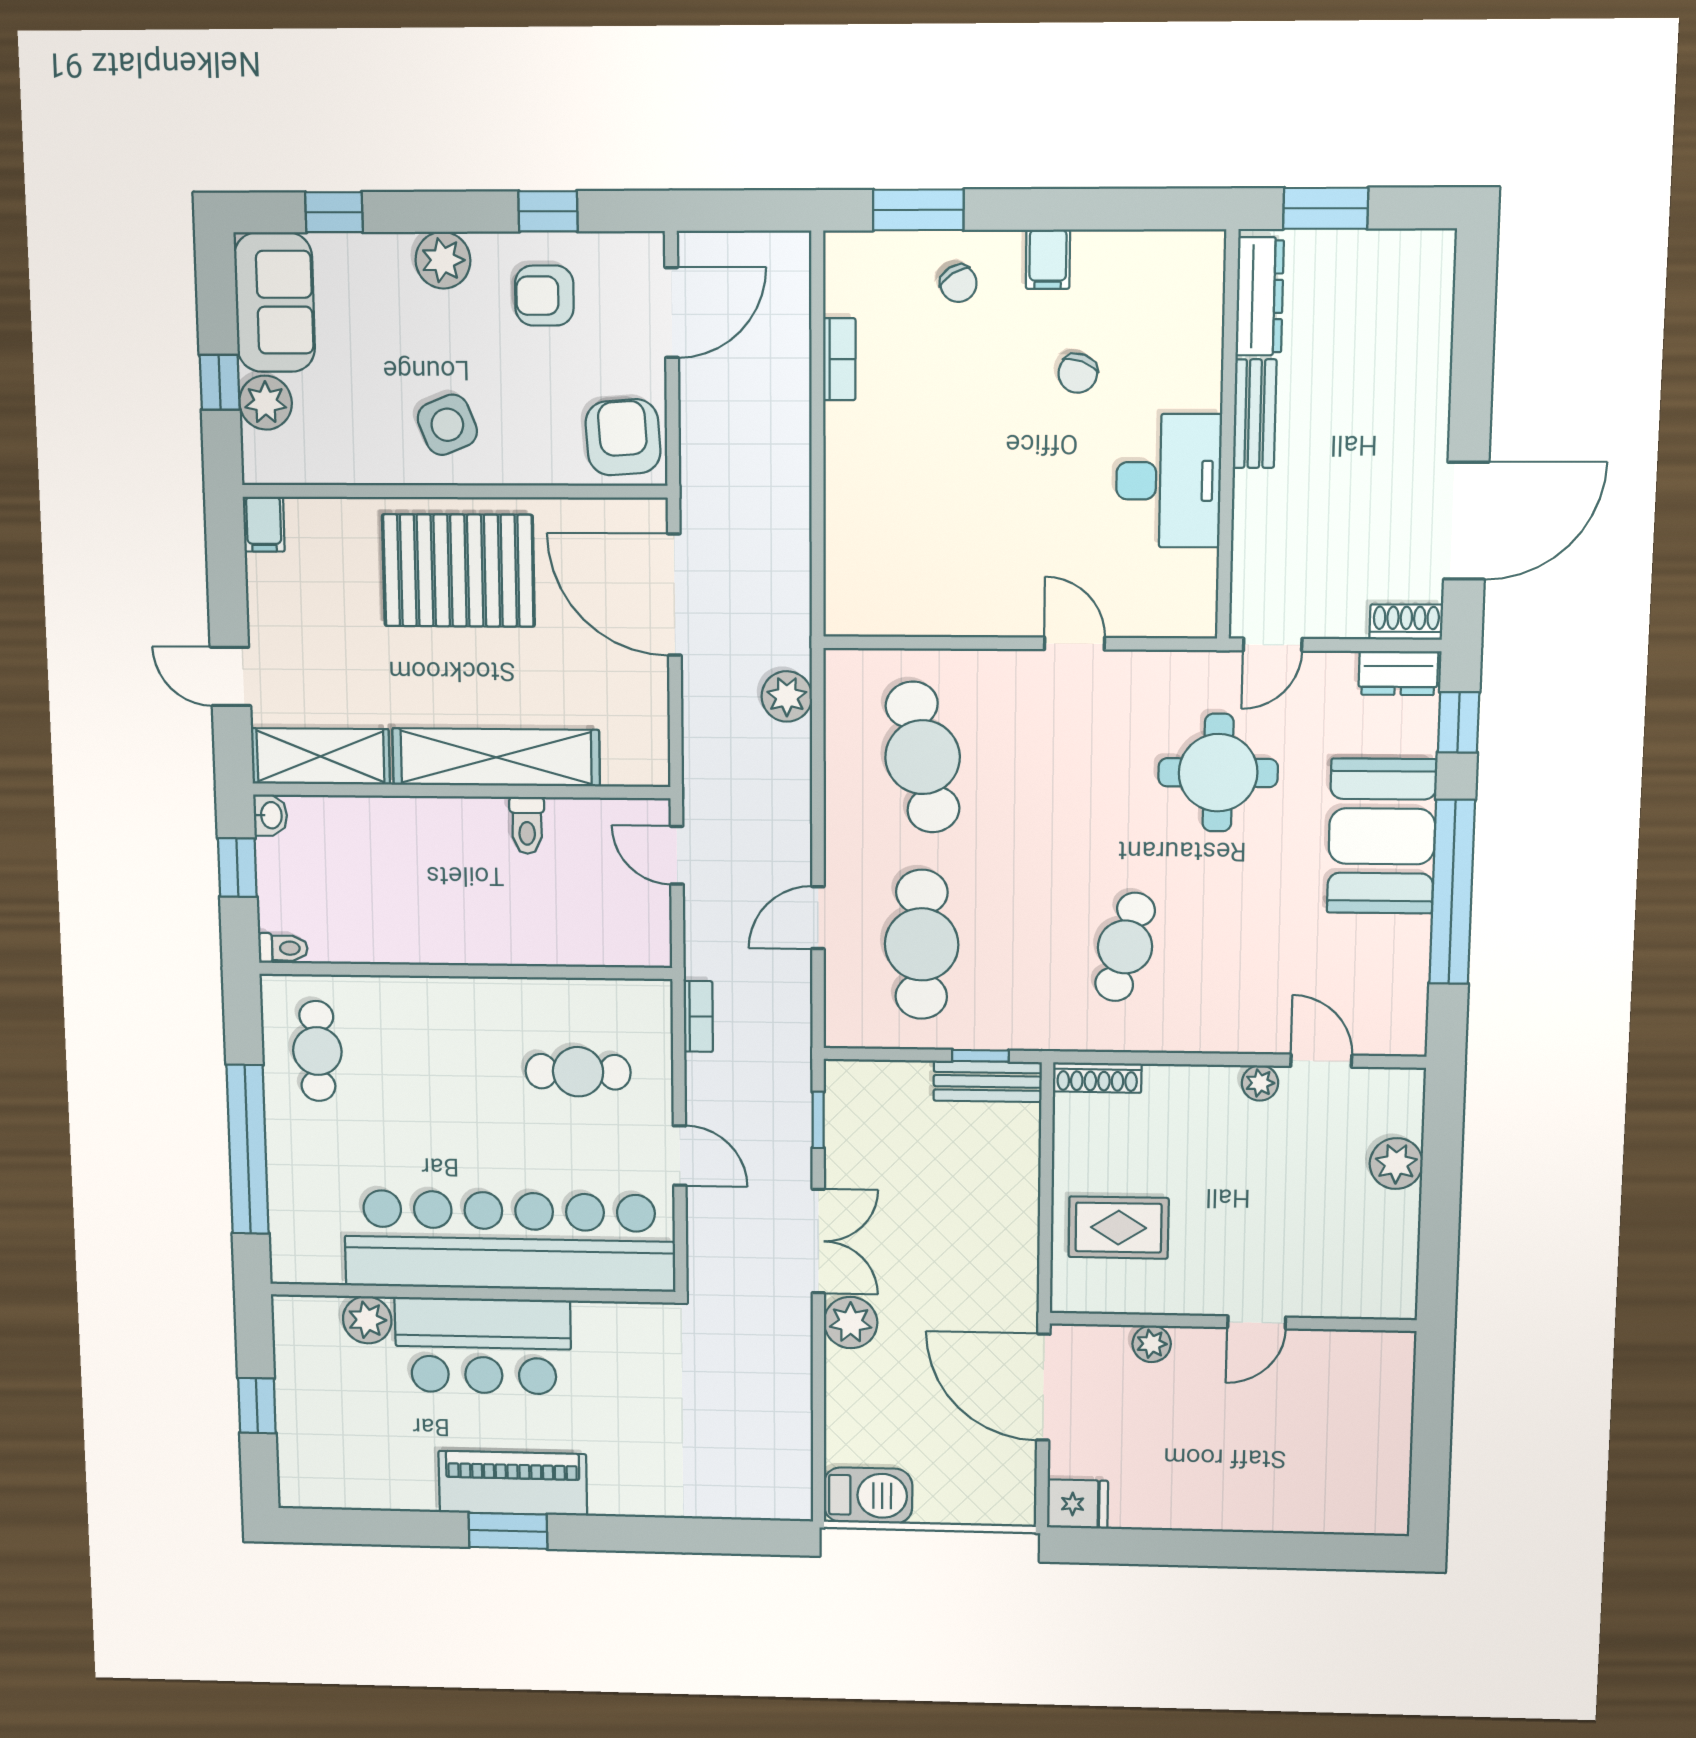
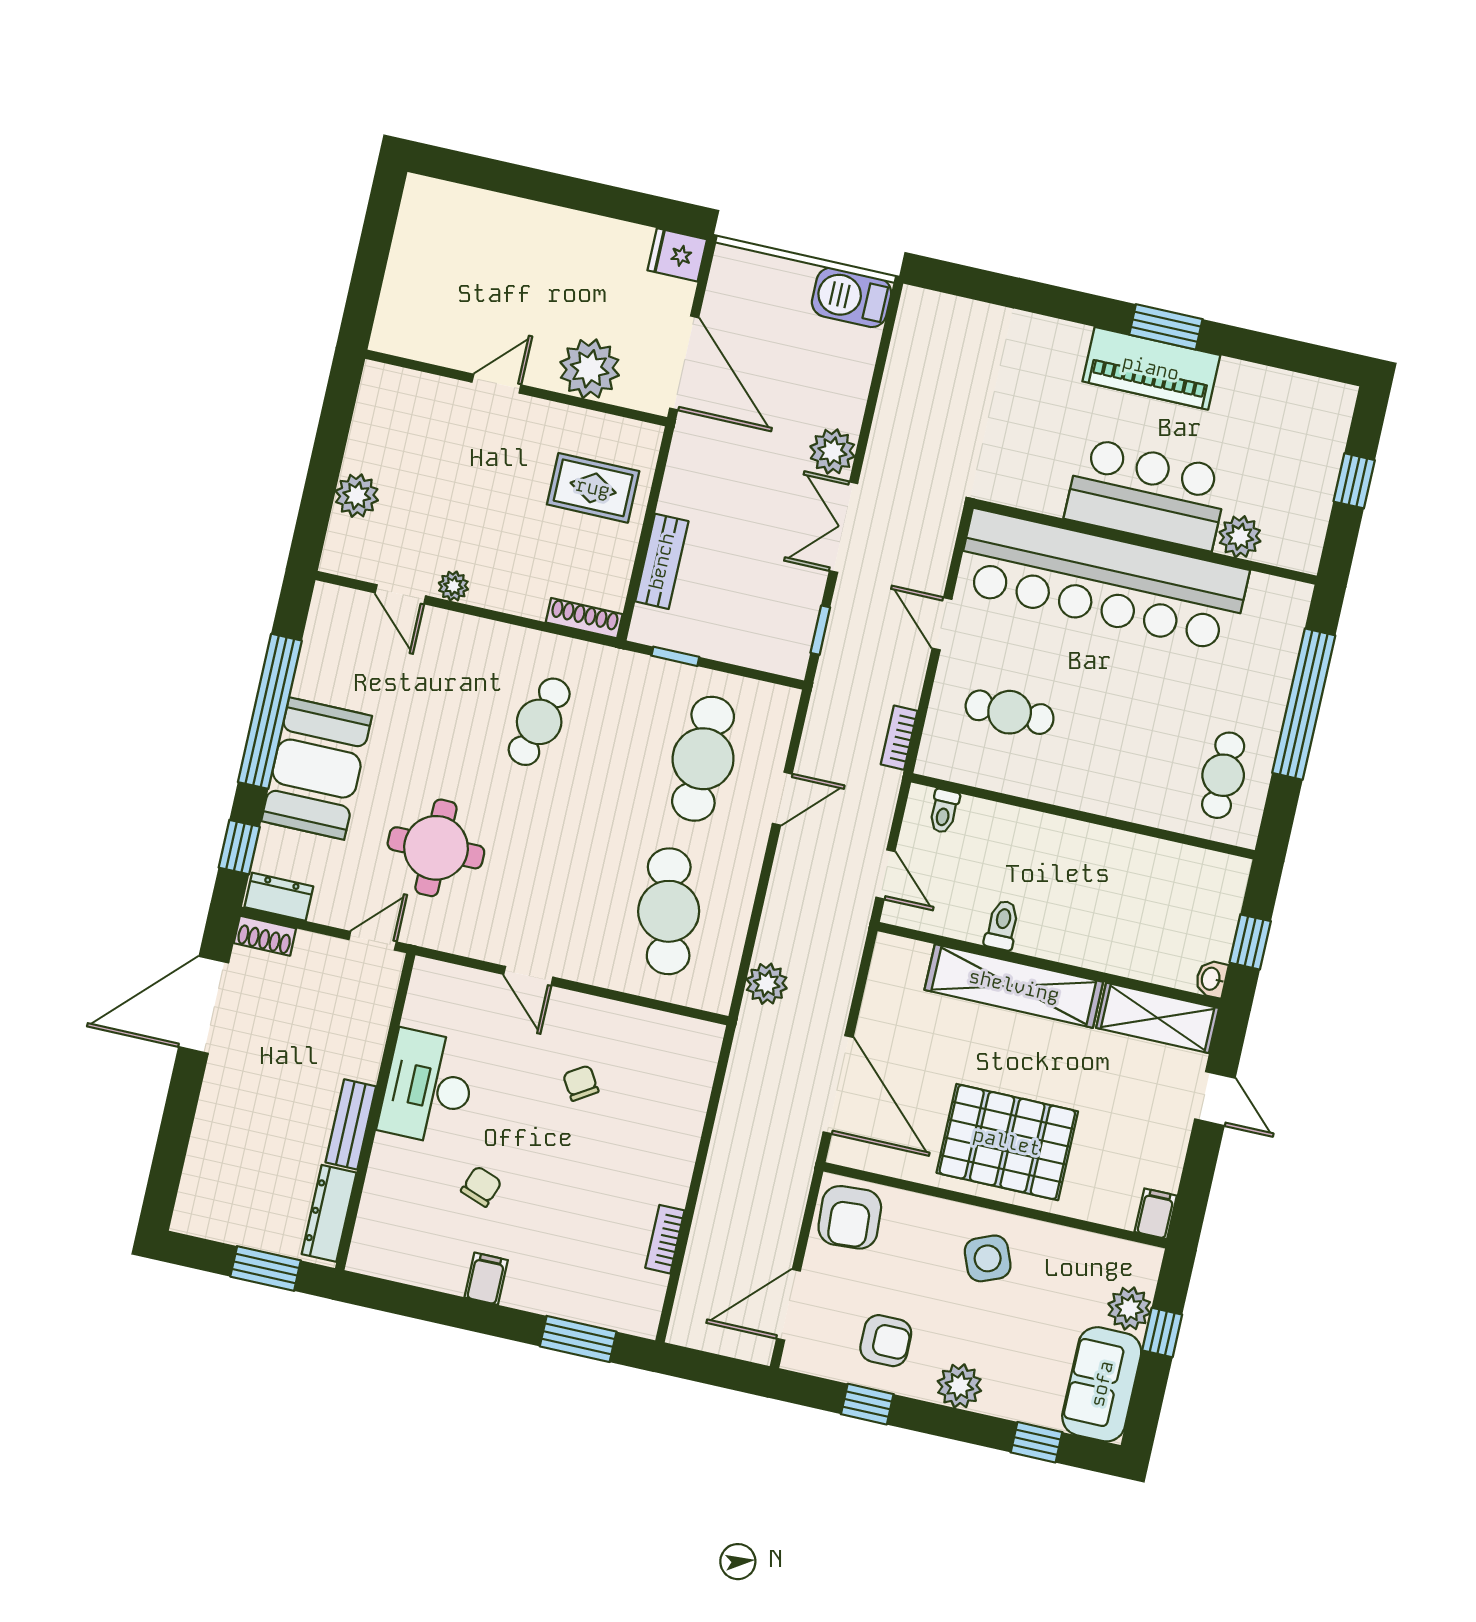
chair: (958, 283) -> (581, 1083), moved
toilet: (283, 948) -> (944, 811), moved, turned -90
bench: (988, 1081) -> (662, 561), moved, turned 90
plant: (1152, 1344) -> (590, 369), width x1.87, depth x1.87

